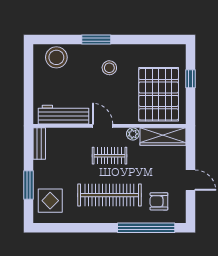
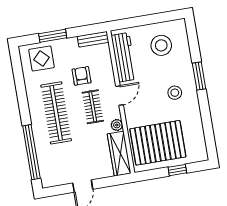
stool: (56, 57) -> (161, 45), moved
armchair: (159, 201) -> (81, 76), moved

